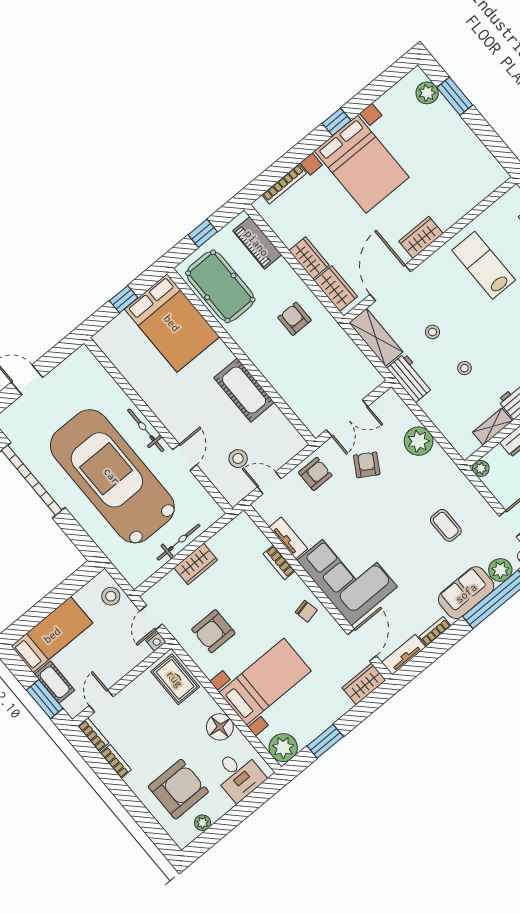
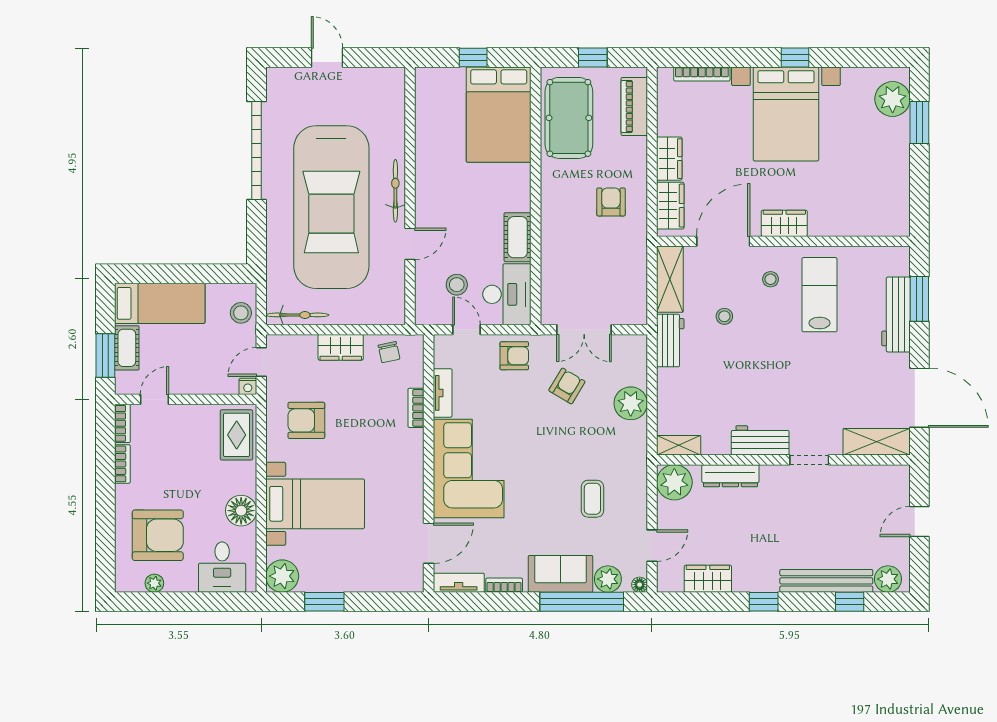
plant: (427, 93) -> (893, 99), width x1.36, depth x1.36
stool: (464, 368) -> (770, 279), moved
cot: (244, 390) -> (518, 237), width x0.73, depth x0.75
shelving: (492, 427) -> (679, 445), moved
desk: (277, 437) -> (507, 294), added
plant: (481, 468) -> (674, 482), width x1.87, depth x1.87
car: (112, 476) -> (331, 207), turned 180
bicycle: (178, 542) -> (297, 315), moved
chair: (306, 611) -> (389, 352), moved
wardrobe: (364, 684) -> (402, 579), removed

